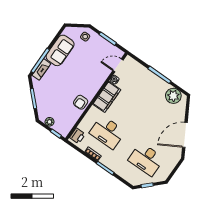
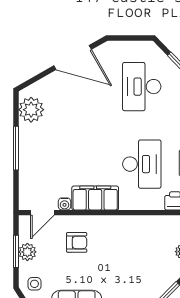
plant: (104, 44) -> (27, 252), added
door: (118, 65) -> (42, 213), hinge flipped
armchair: (81, 102) -> (77, 242), moved
desk: (146, 159) -> (142, 87), turned 180

